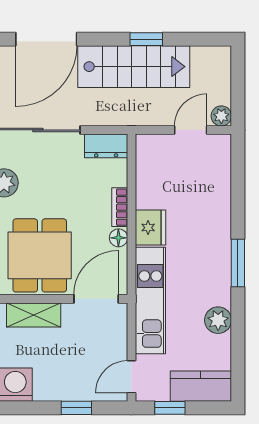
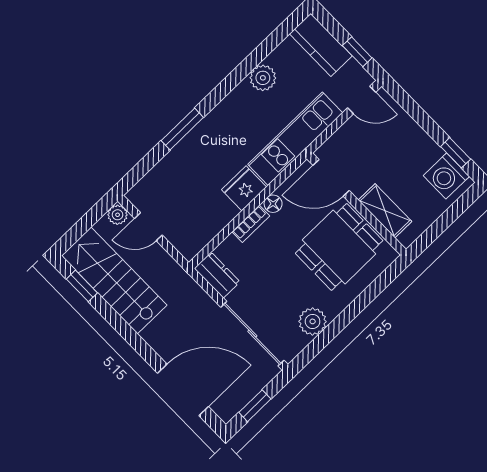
window: (146, 39) -> (82, 286), moved
stairs: (134, 67) -> (114, 280), moved
window: (238, 263) -> (182, 129), moved
window: (76, 408) -> (456, 153), moved

